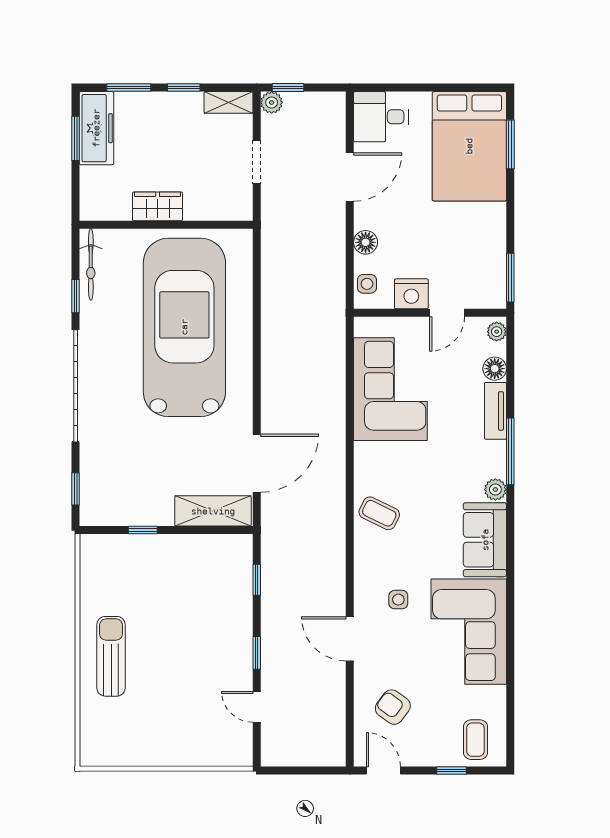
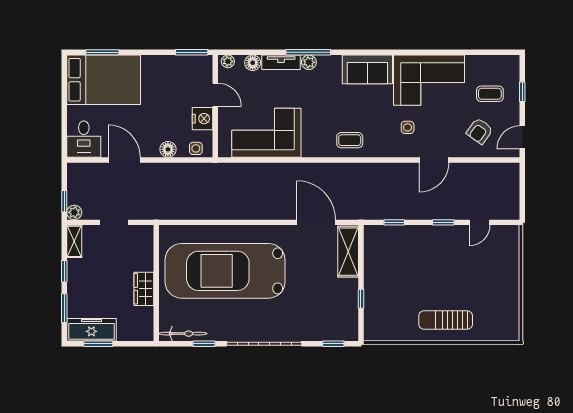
plant: (495, 490) -> (309, 62), moved
coffee table: (379, 513) -> (350, 140), turned 64
coffee table: (475, 740) -> (490, 94), moved

